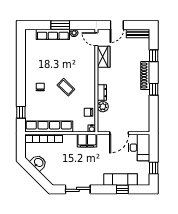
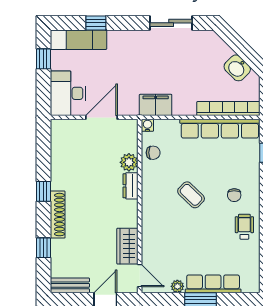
wheelchair: (34, 68) -> (244, 227), added
exam couch: (120, 179) -> (78, 40), moved

